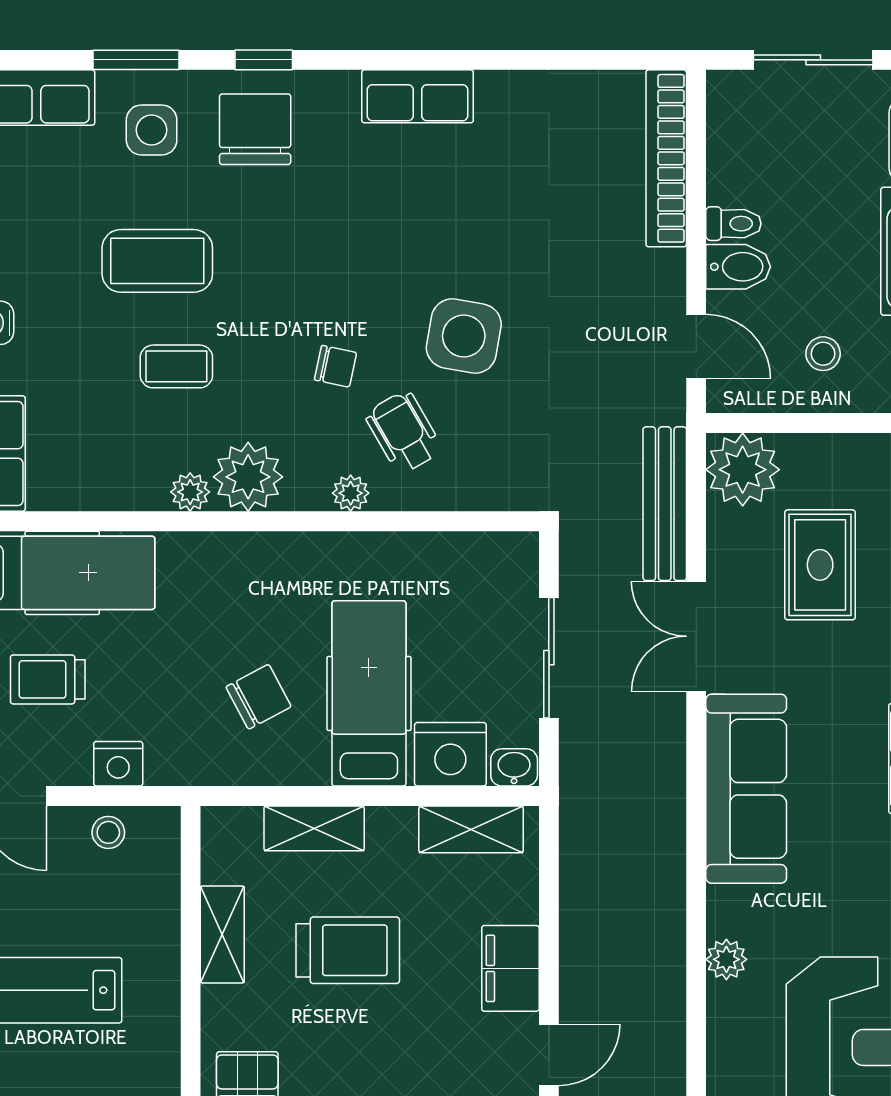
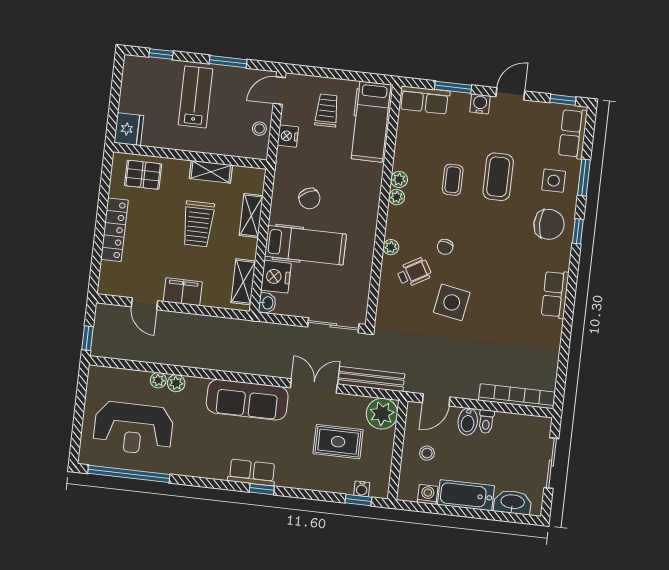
plant: (248, 477) -> (397, 197), width x0.53, depth x0.53
sliding door: (549, 658) -> (333, 325), moved
plant: (724, 1002) -> (158, 380), added

